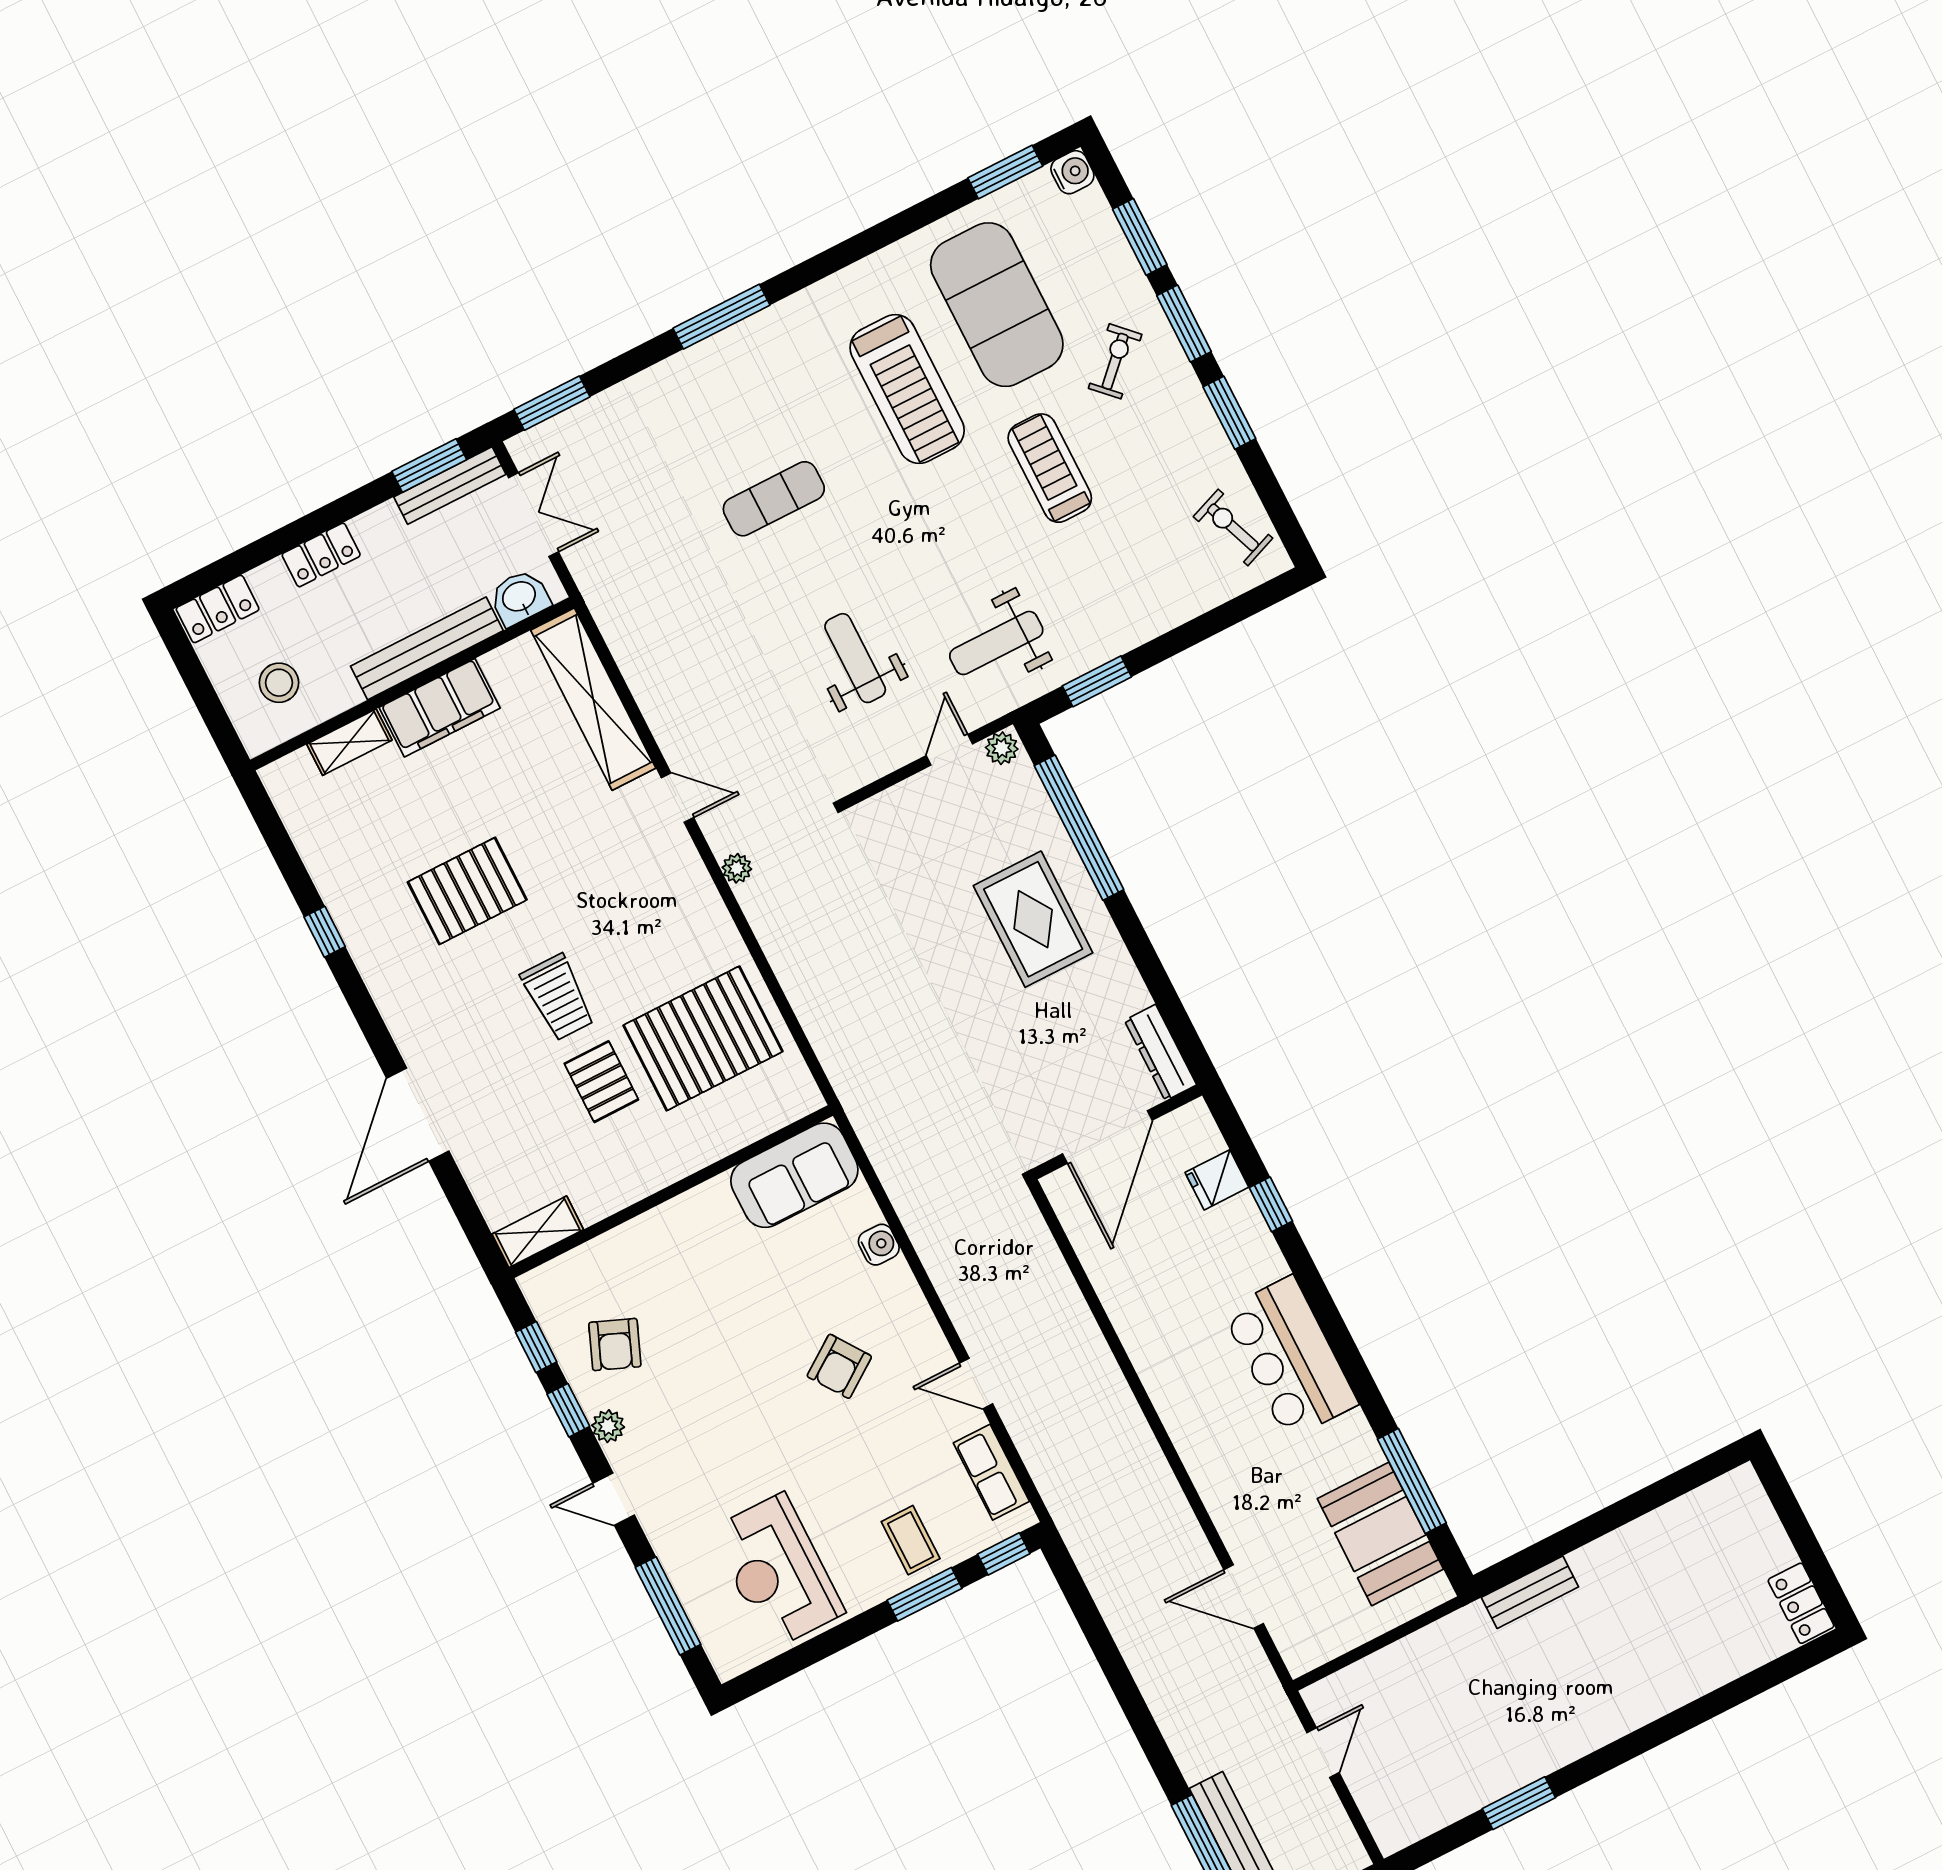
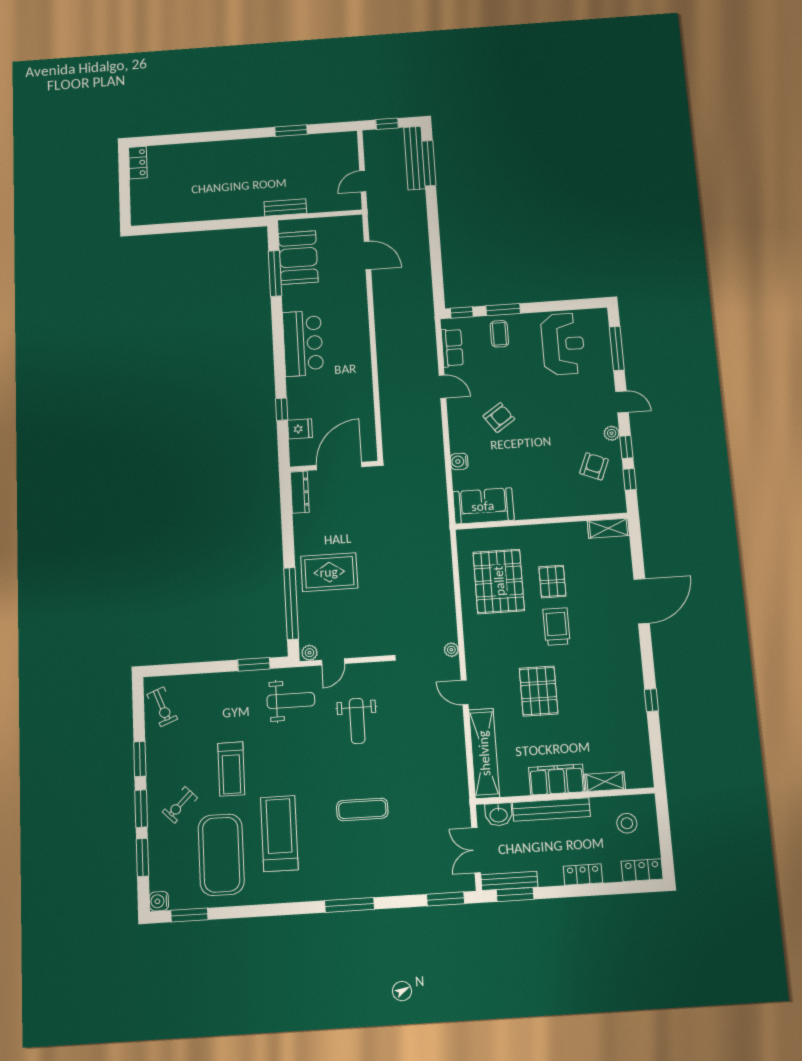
pallet: (467, 891) -> (539, 691), moved, turned 90
rug: (1033, 919) -> (329, 572), turned 90
pallet: (703, 1038) -> (499, 581), turned 90
bench: (1530, 1592) -> (285, 208), moved

